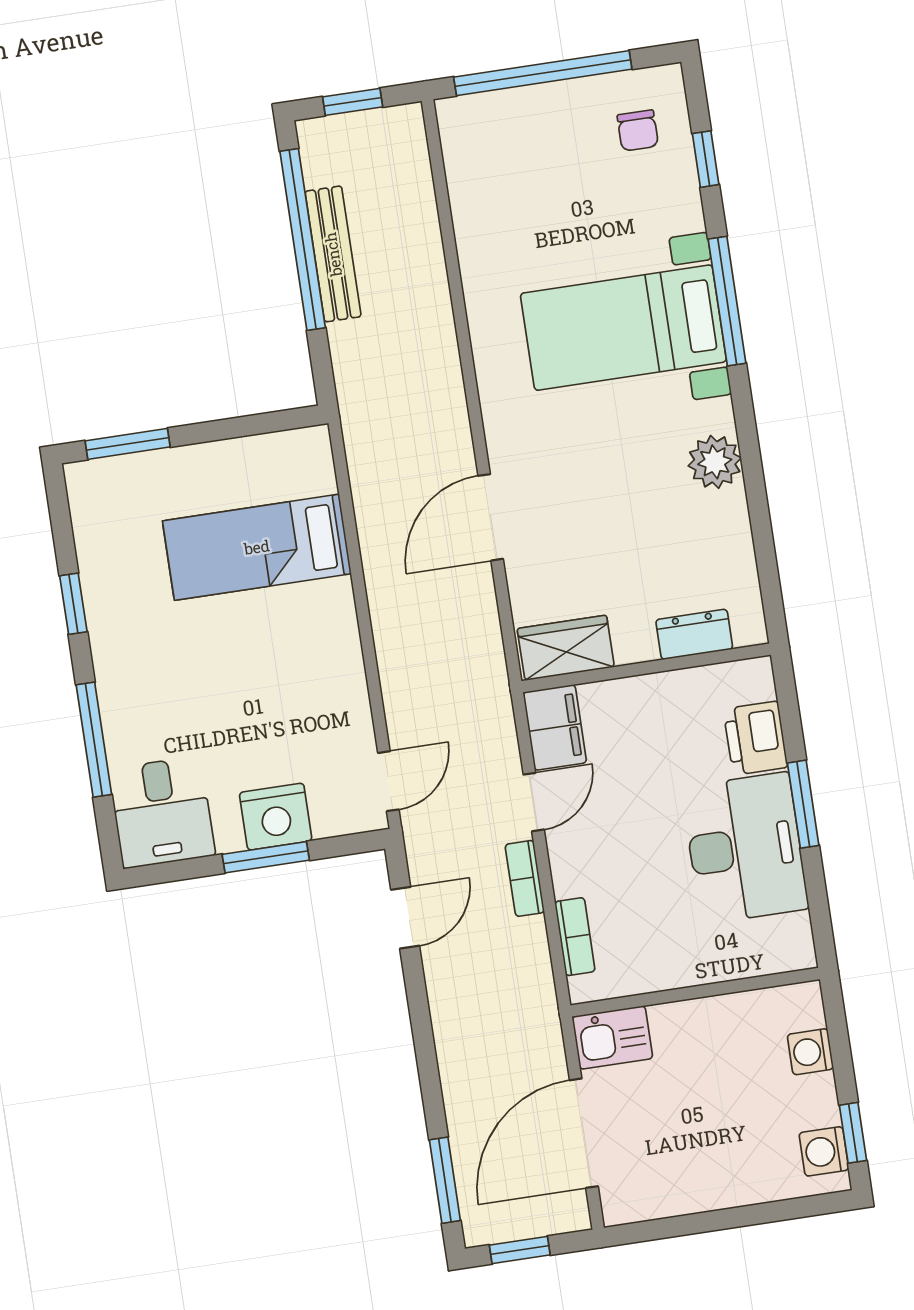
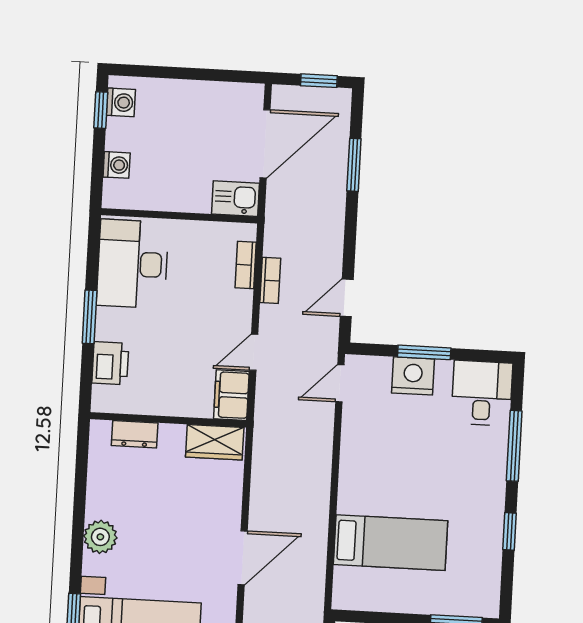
door: (491, 517) -> (243, 558), moved
desk: (745, 848) -> (132, 264), moved
bookcase: (525, 878) -> (270, 280), moved
window: (445, 1180) -> (354, 165), moved

